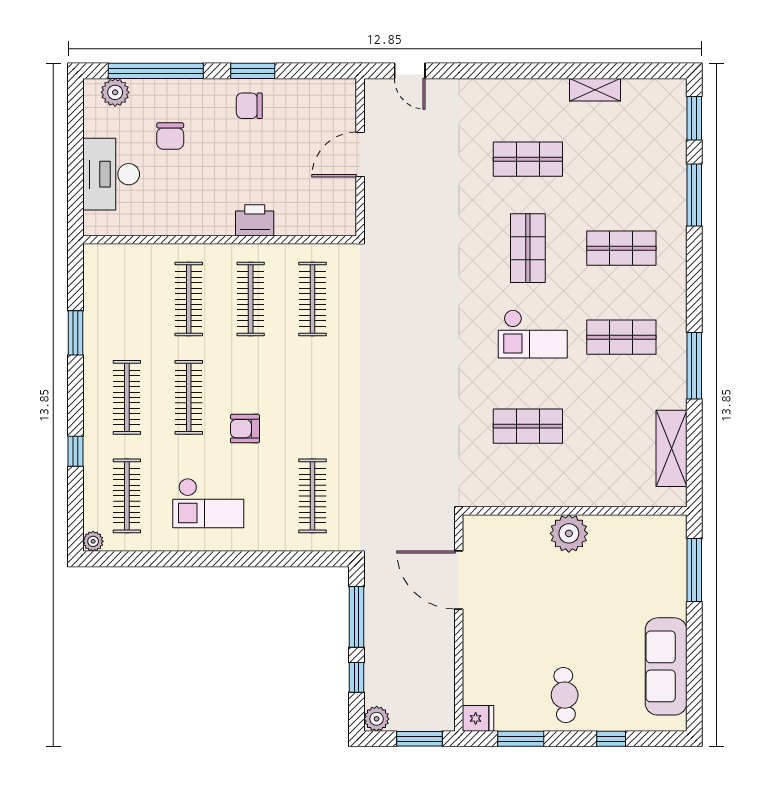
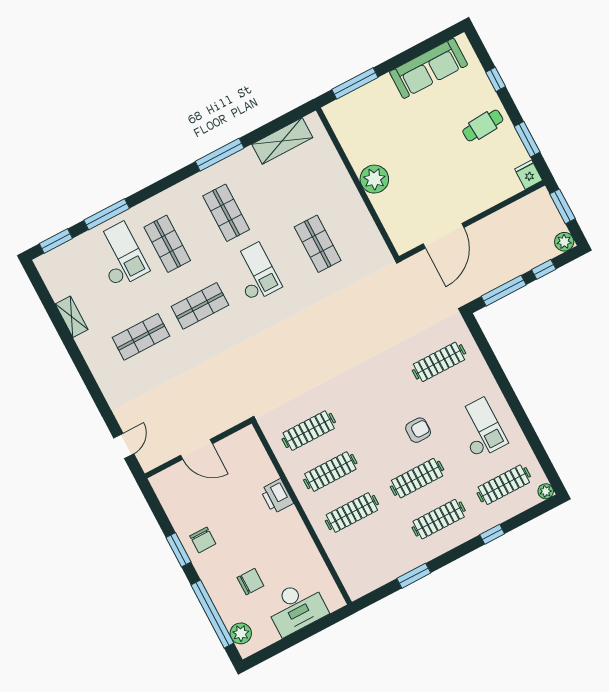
shop shelf: (528, 159) -> (141, 337), turned 90
checkout: (638, 185) -> (120, 255), added
armchair: (245, 429) -> (418, 430), turned -90

